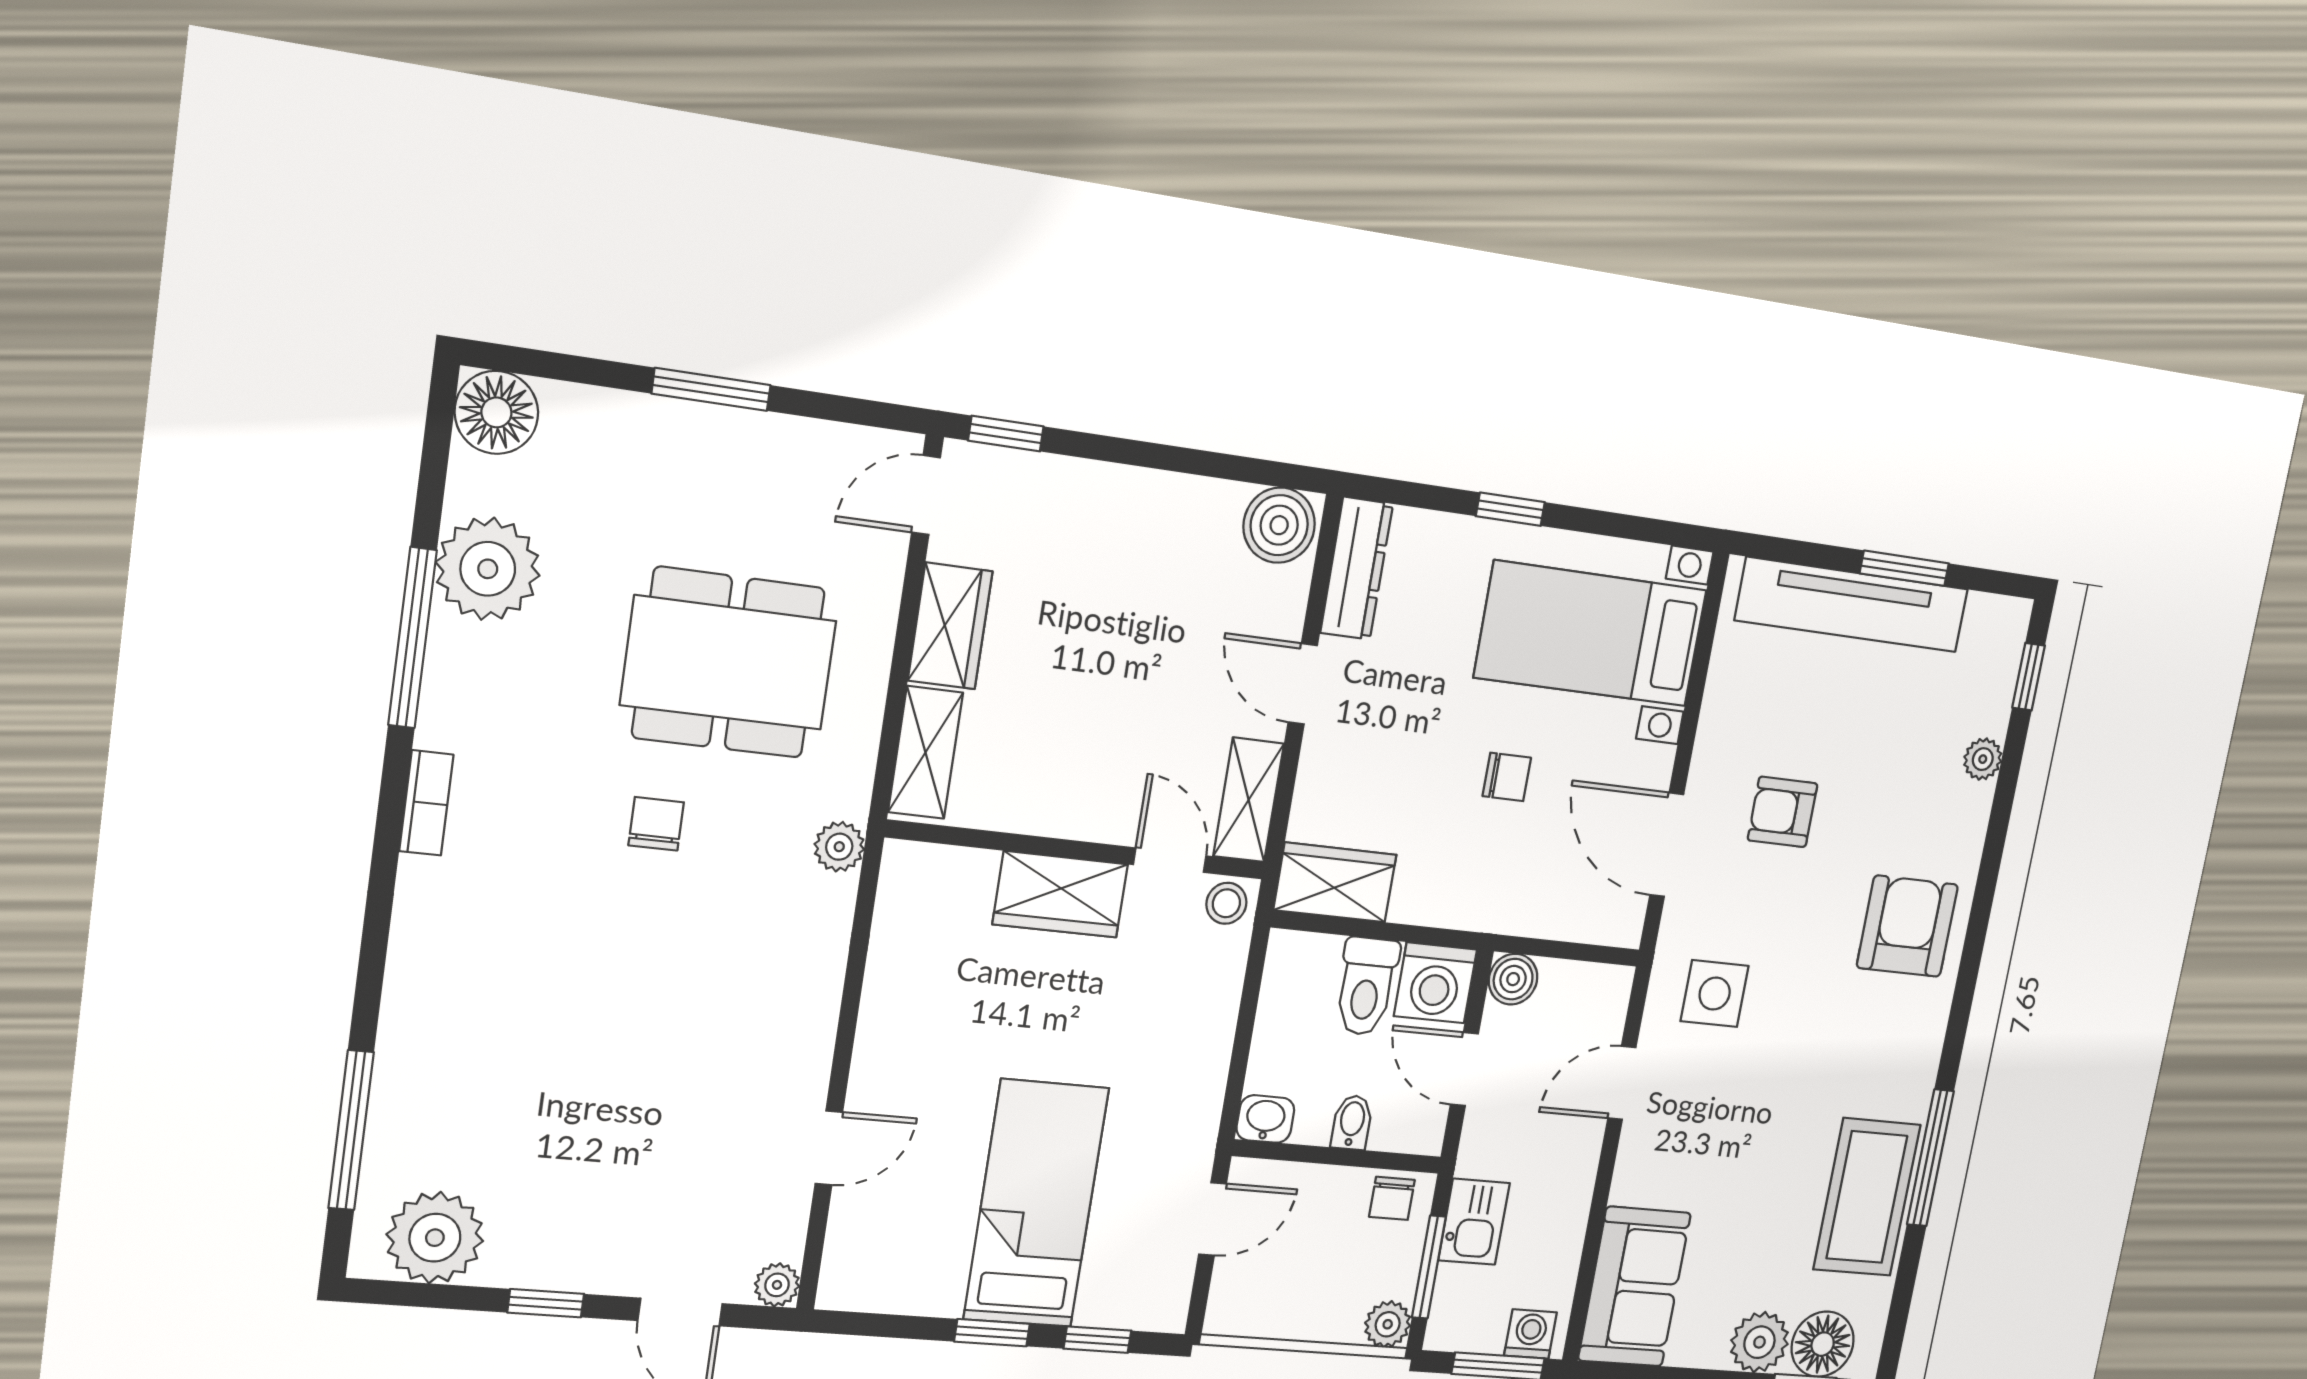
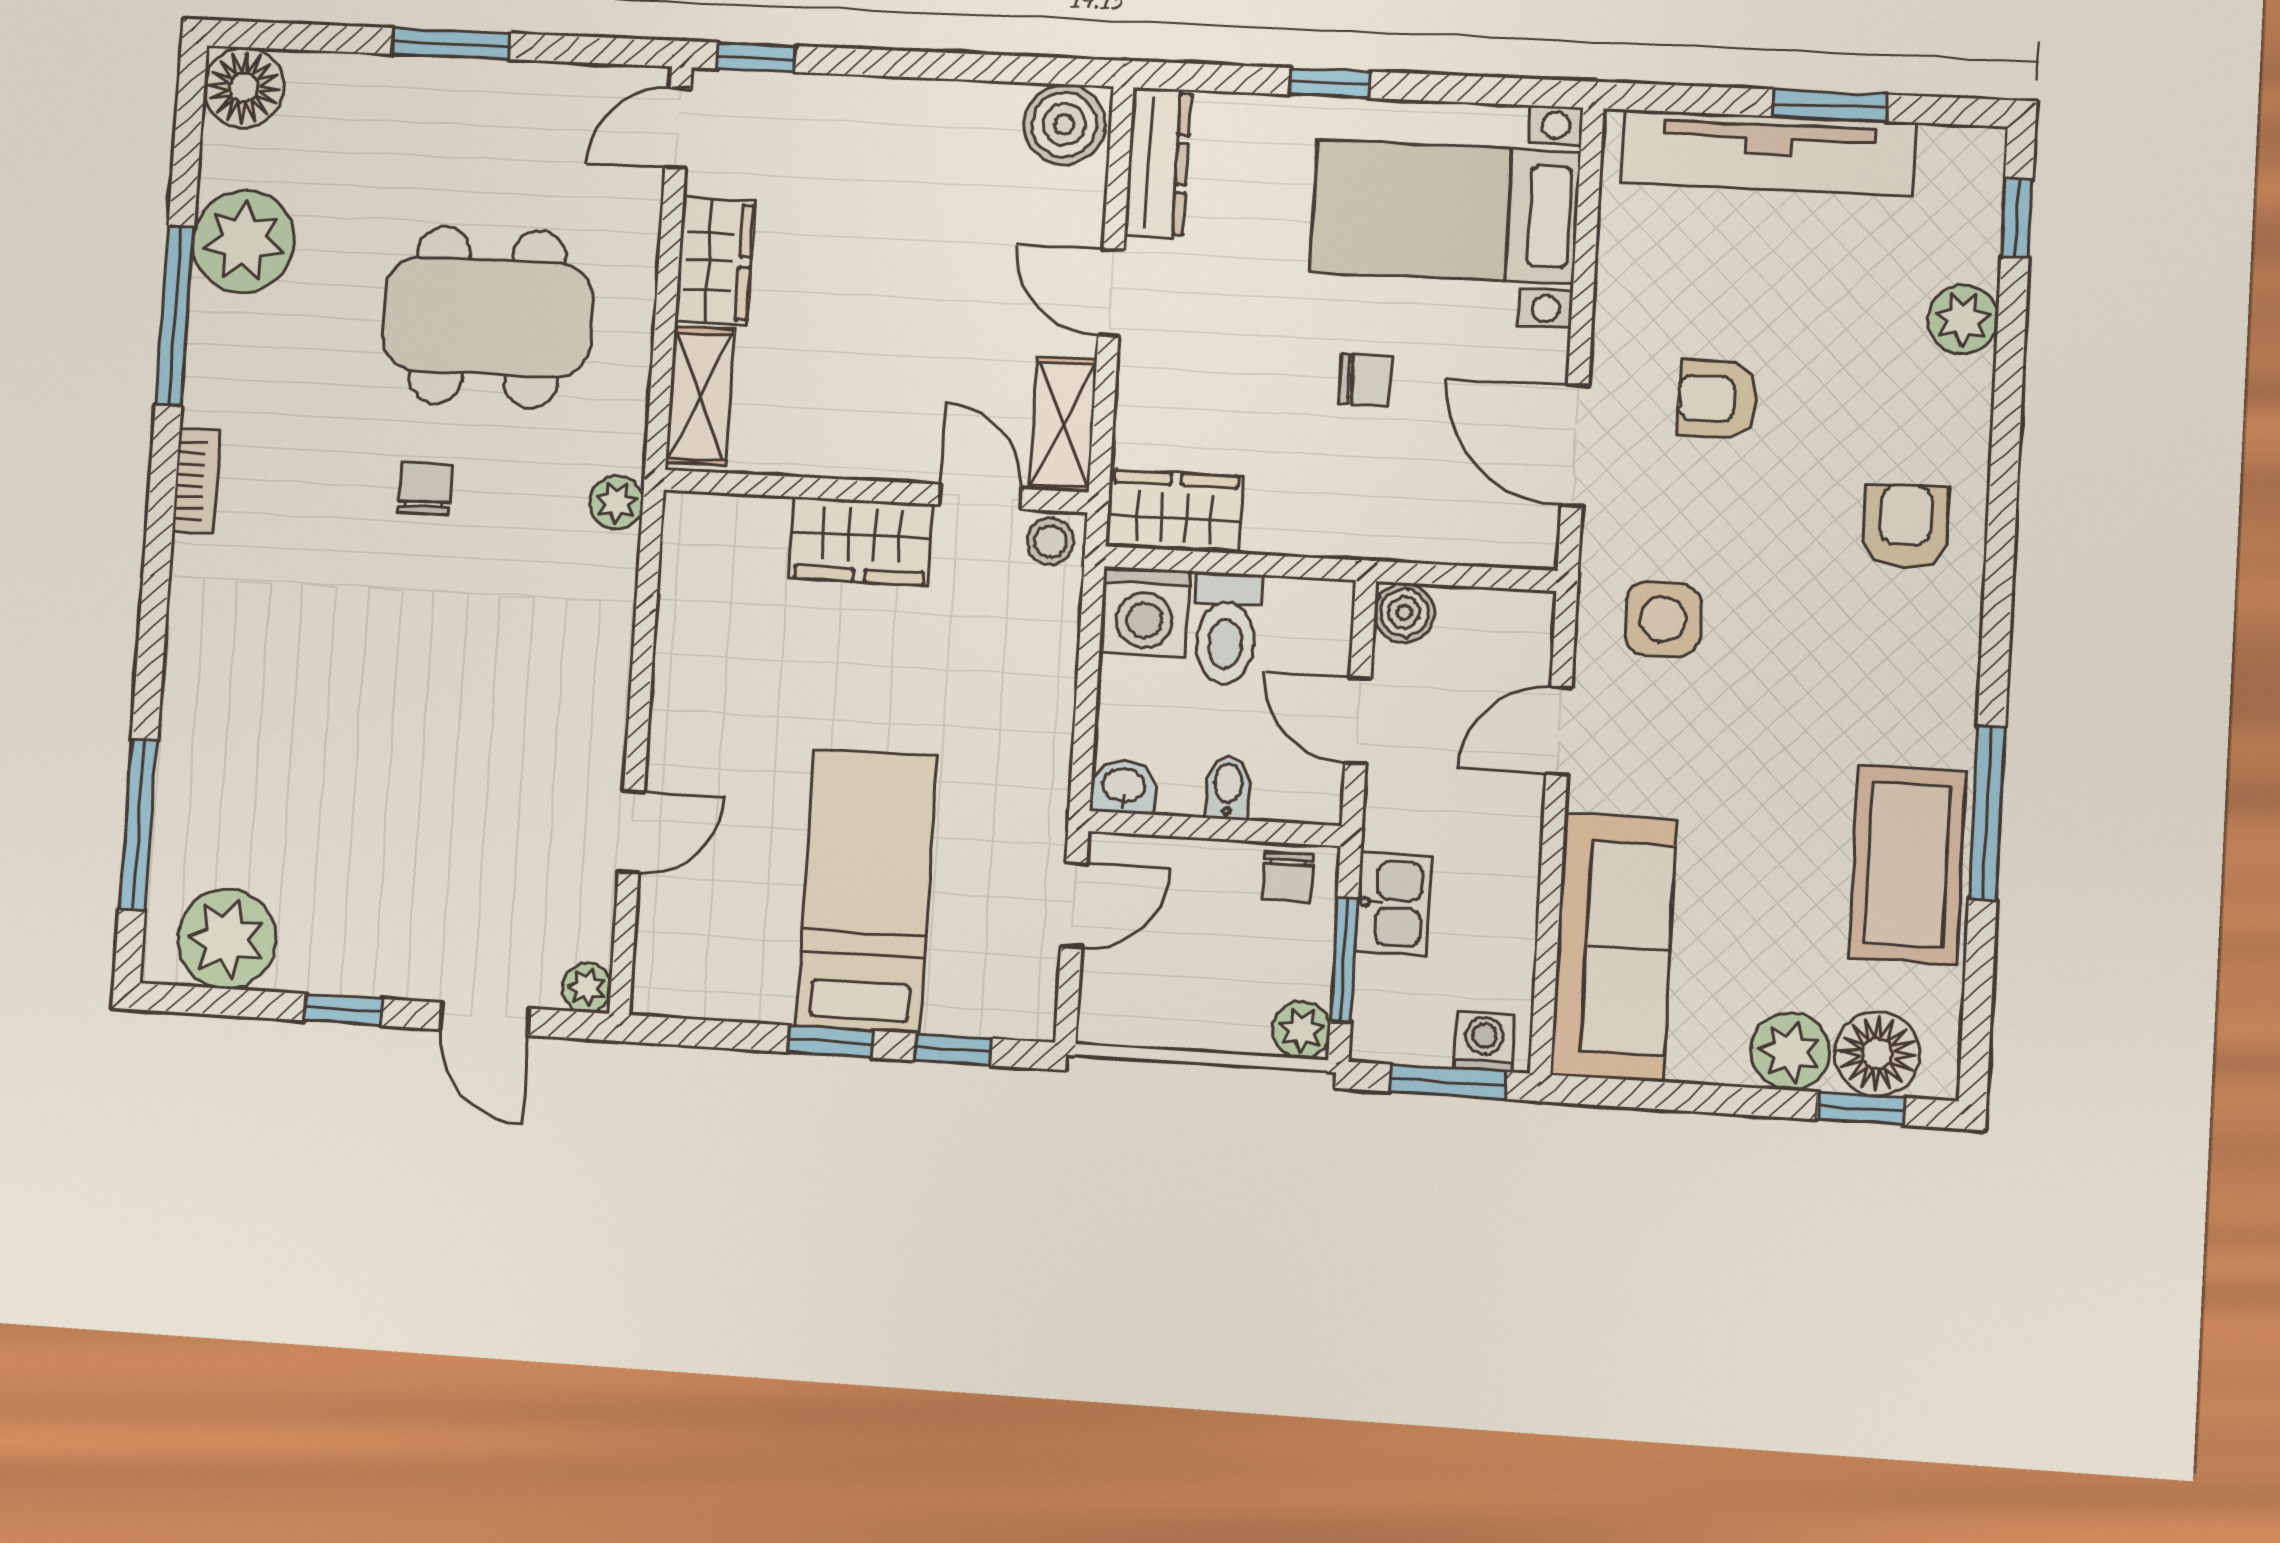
plant: (1983, 759) -> (1963, 319), width x1.38, depth x1.38
armchair: (1907, 926) -> (1906, 527), width x0.72, depth x0.72
washing machine: (1435, 983) -> (1145, 612), moved
sofa: (1634, 1287) -> (1613, 947), width x1.36

